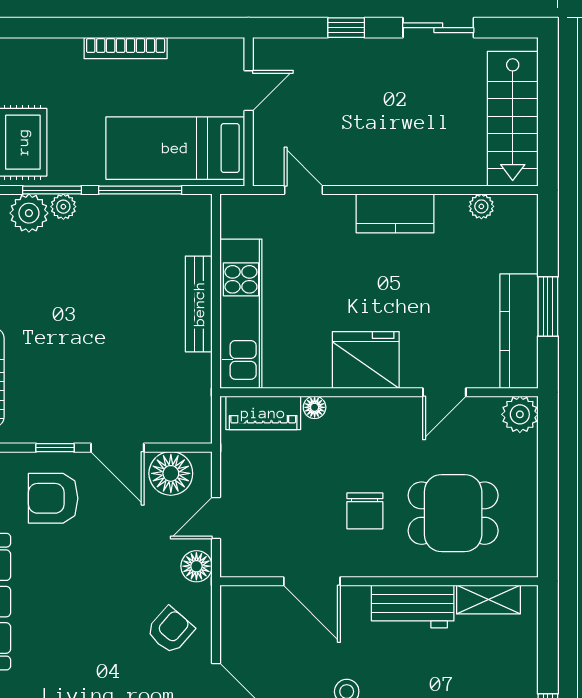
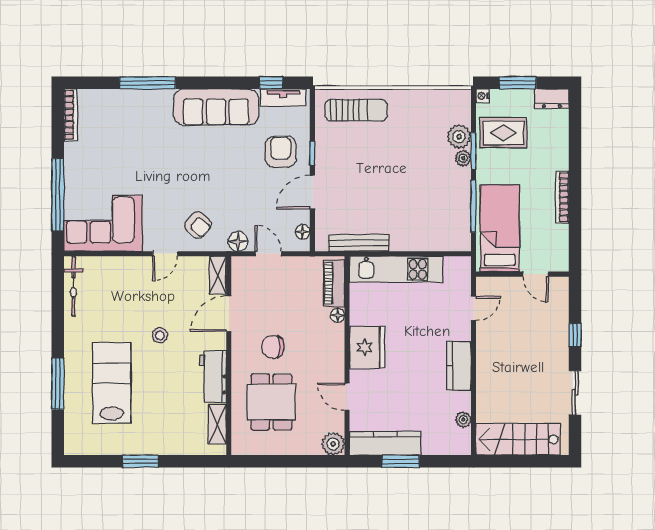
bench: (199, 304) -> (359, 243), moved
floor lamp: (171, 473) -> (303, 232), width x0.53, depth x0.53
shelving: (250, 599) -> (218, 275), added

